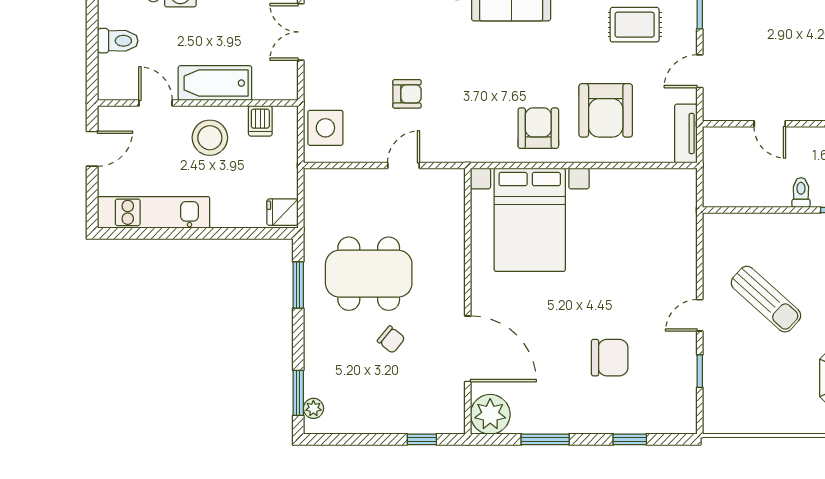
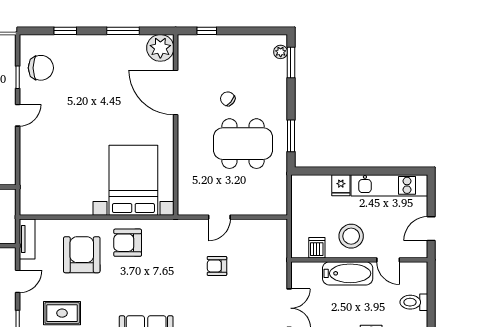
side table: (325, 128) -> (272, 243), removed
armchair: (538, 128) -> (128, 243), turned 90
fridge: (283, 212) -> (341, 185), moved, turned 90
chair: (610, 358) -> (41, 68), moved, turned 180

